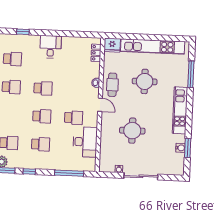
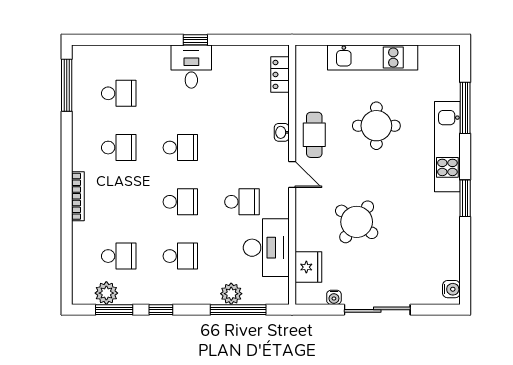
window: (23, 32) -> (195, 40), moved
fridge: (112, 45) -> (308, 267), moved, turned -90
kitchen unit: (153, 47) -> (373, 58), width x0.73
kitchen unit: (180, 110) -> (447, 147), moved
round table: (132, 131) -> (357, 222), turned 36
water cooler: (180, 148) -> (451, 289), moved
window: (188, 148) -> (465, 198), moved
plant: (66, 165) -> (231, 294), added

